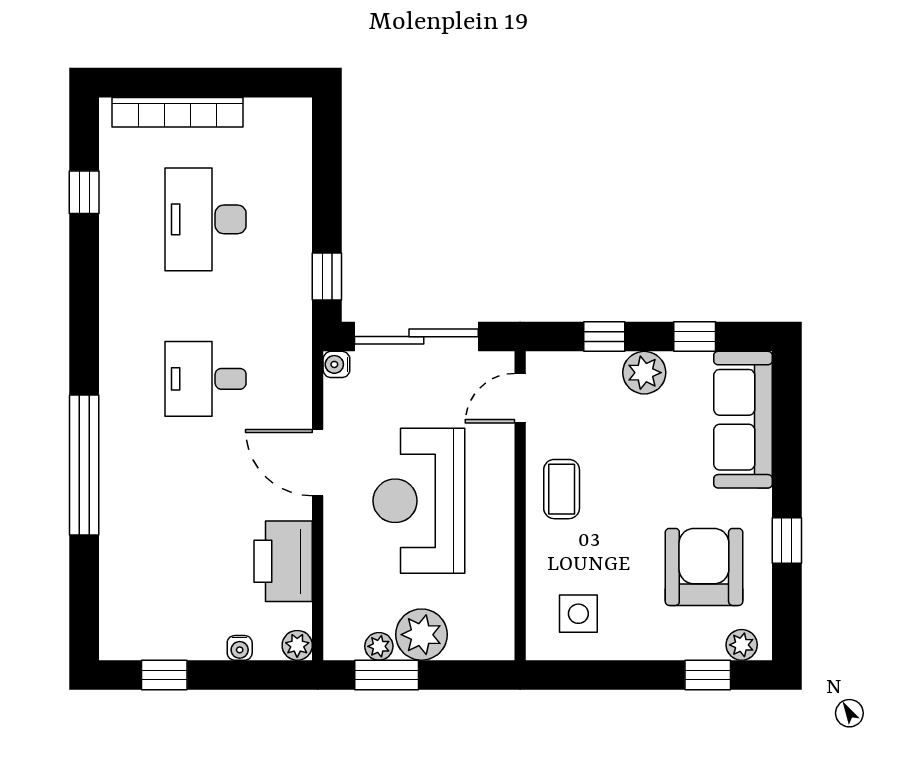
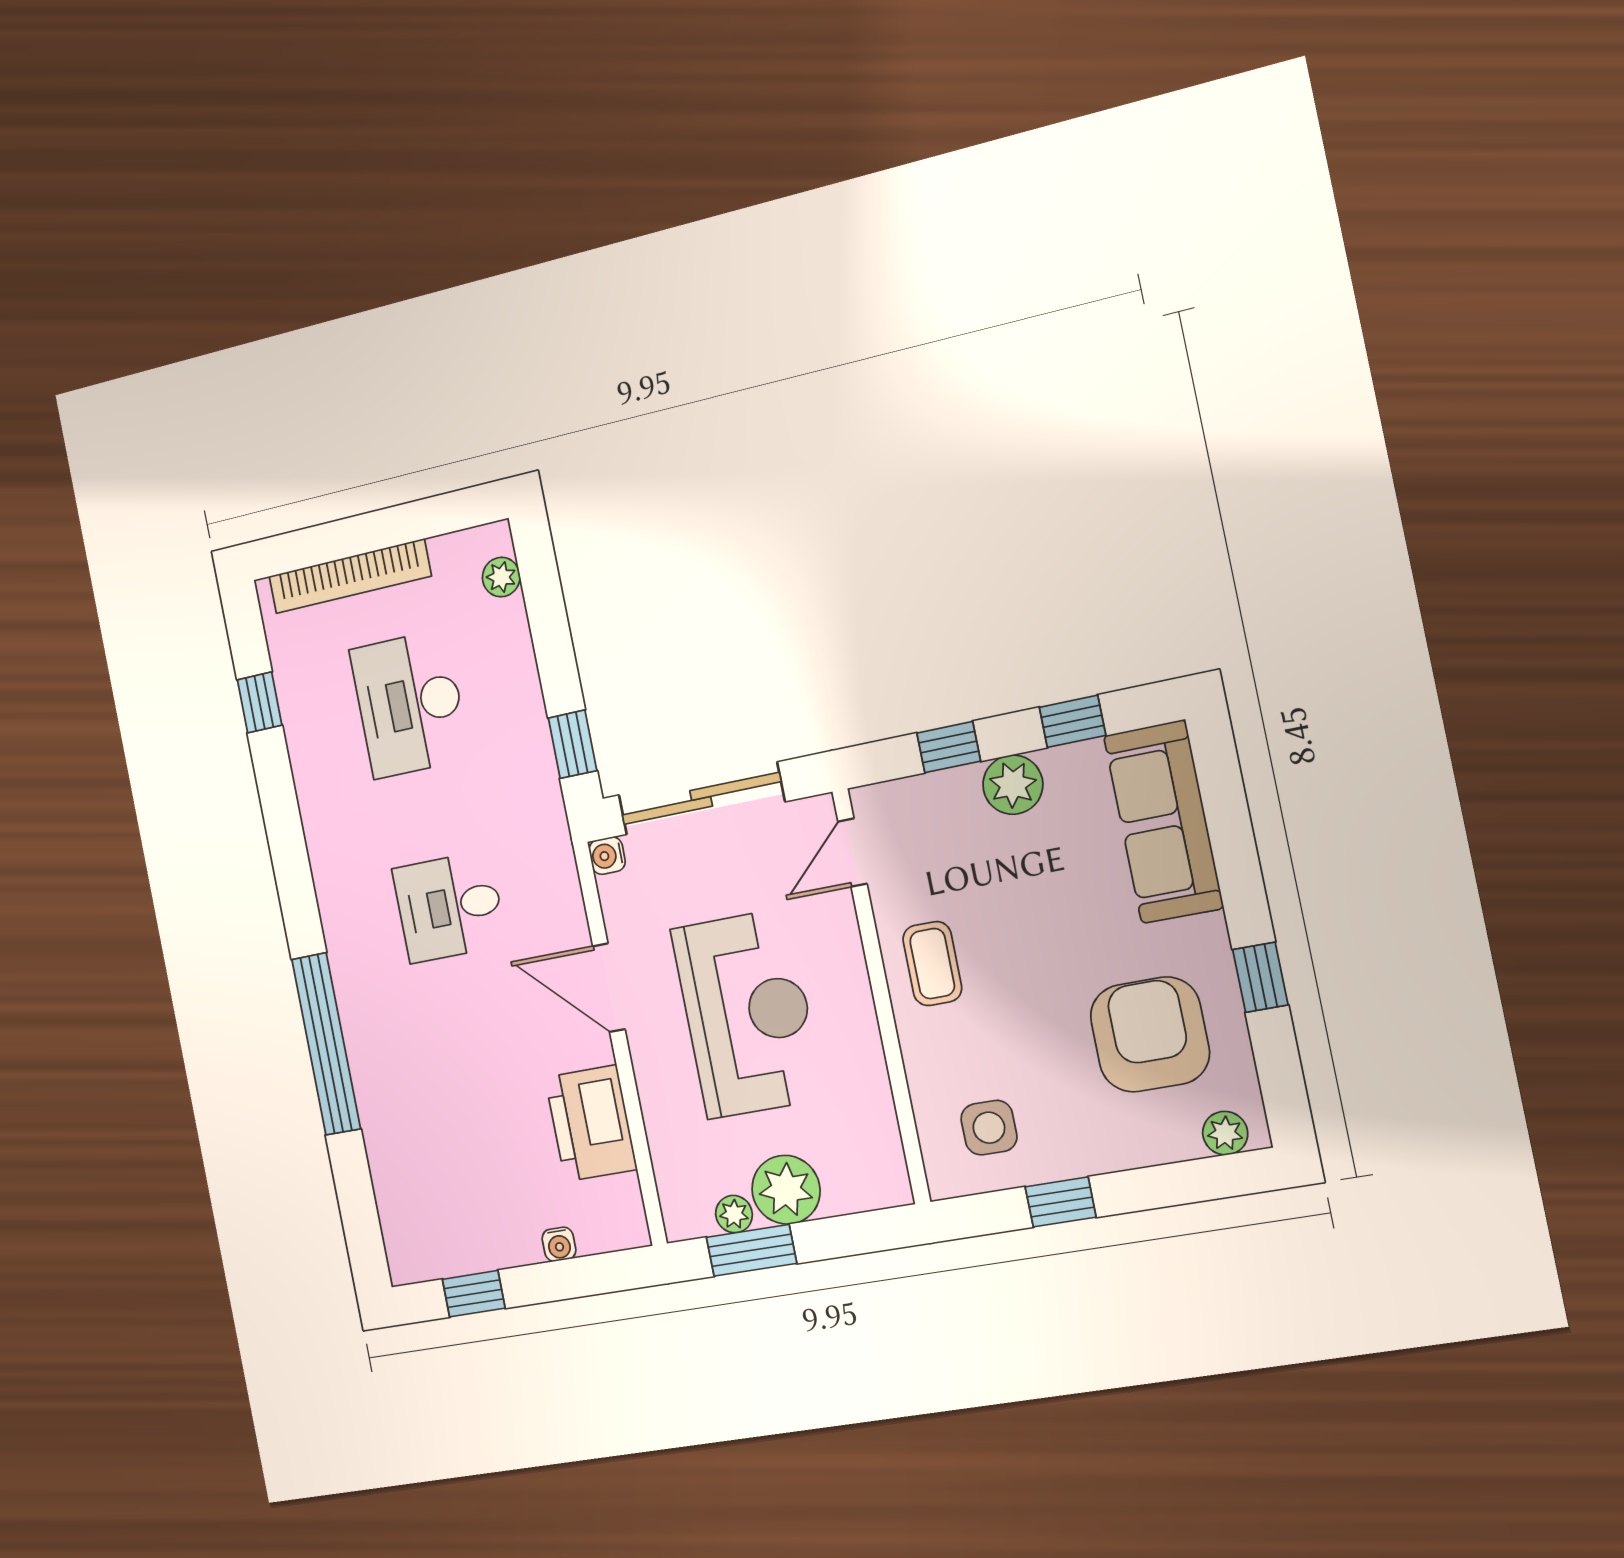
reception desk: (419, 501) -> (747, 1014), turned 180
plant: (297, 645) -> (501, 577), moved
window: (708, 675) -> (1061, 1202), moved

